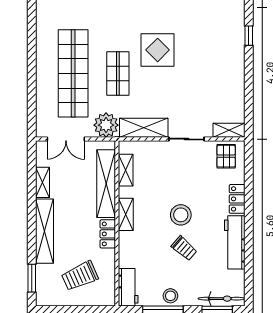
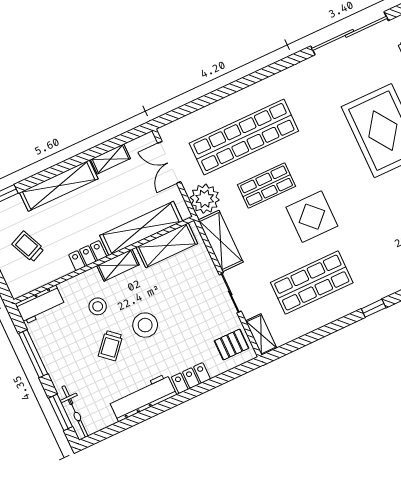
shop shelf: (207, 73) -> (312, 283), added
shelving: (126, 170) -> (167, 245), width x1.50, depth x1.33
trolley: (80, 276) -> (28, 246), width x0.73, depth x0.72
stool: (170, 296) -> (98, 306), moved

